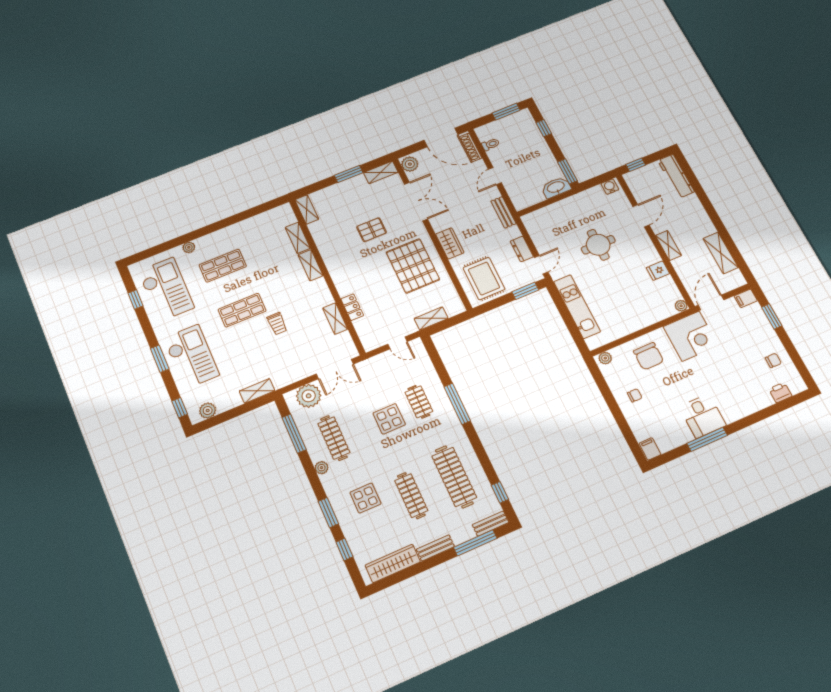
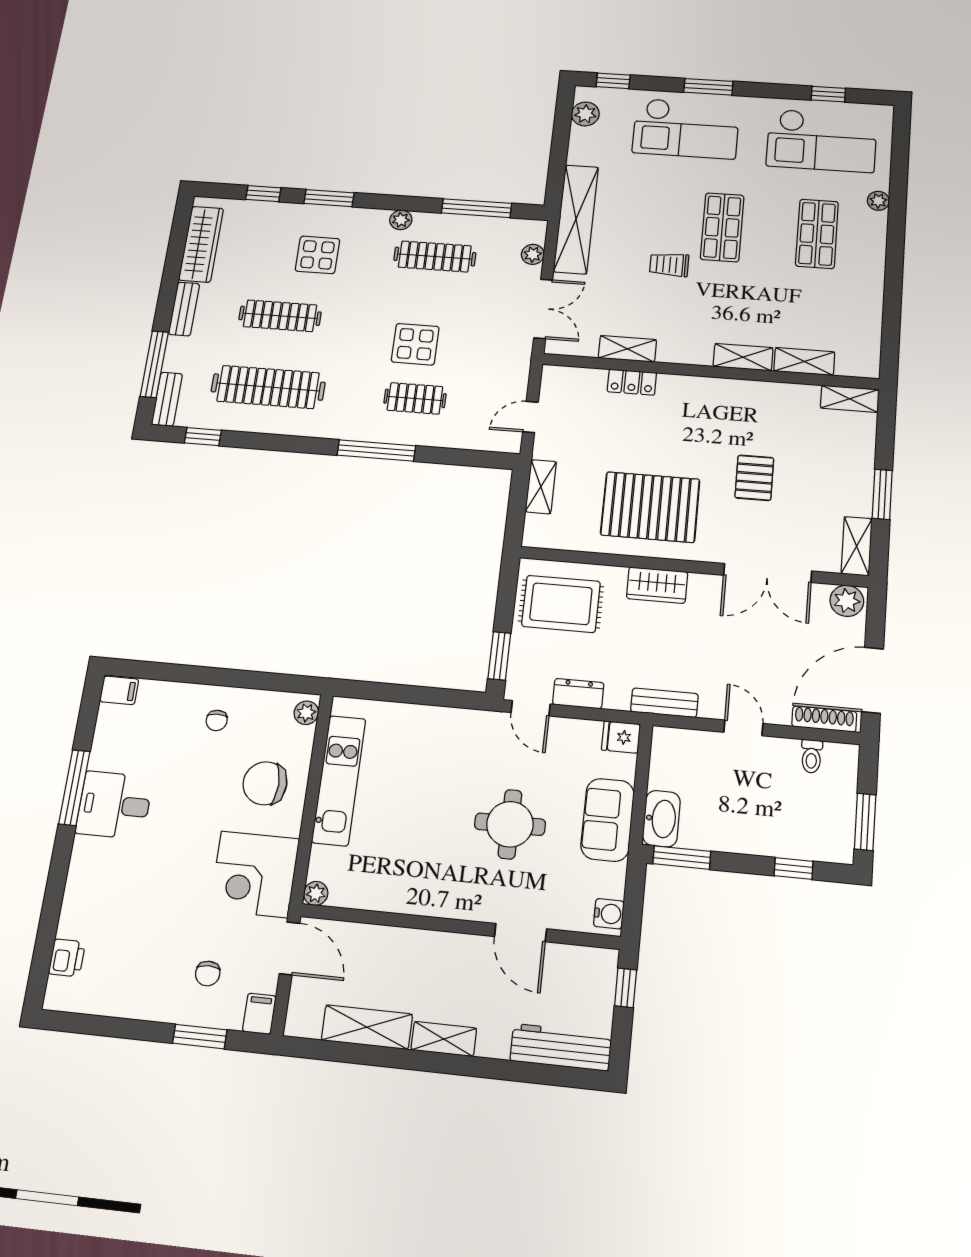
sofa: (570, 208) -> (608, 820), added
shelving: (668, 245) -> (444, 1039), moved
fridge: (658, 271) -> (621, 737), moved, turned -90
kitchen unit: (577, 307) -> (339, 780), moved, turned -90
chair: (773, 360) -> (208, 974), moved
double door: (335, 369) -> (543, 309), swing flipped
shelving: (257, 391) -> (576, 219), width x2.20, depth x1.33
plant: (309, 396) -> (533, 254), width x0.53, depth x0.53

